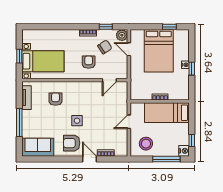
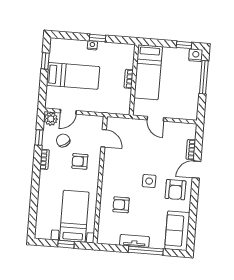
bed: (159, 51) -> (73, 76), width x0.67
tv unit: (27, 98) -> (134, 241), moved
stool: (146, 144) -> (183, 100), removed

